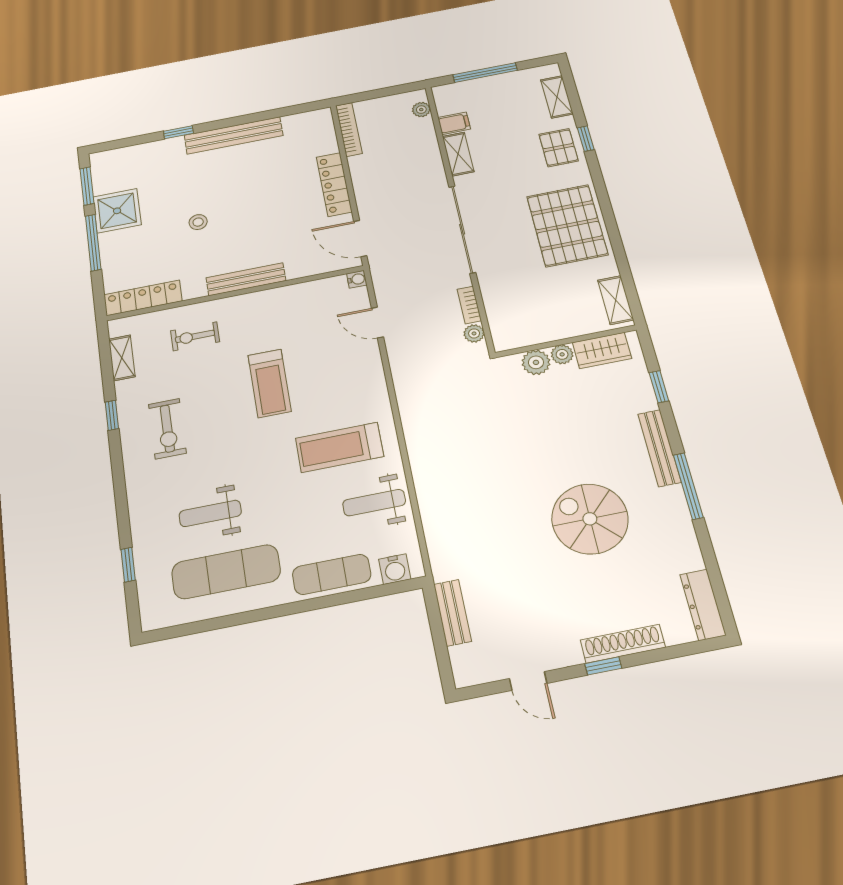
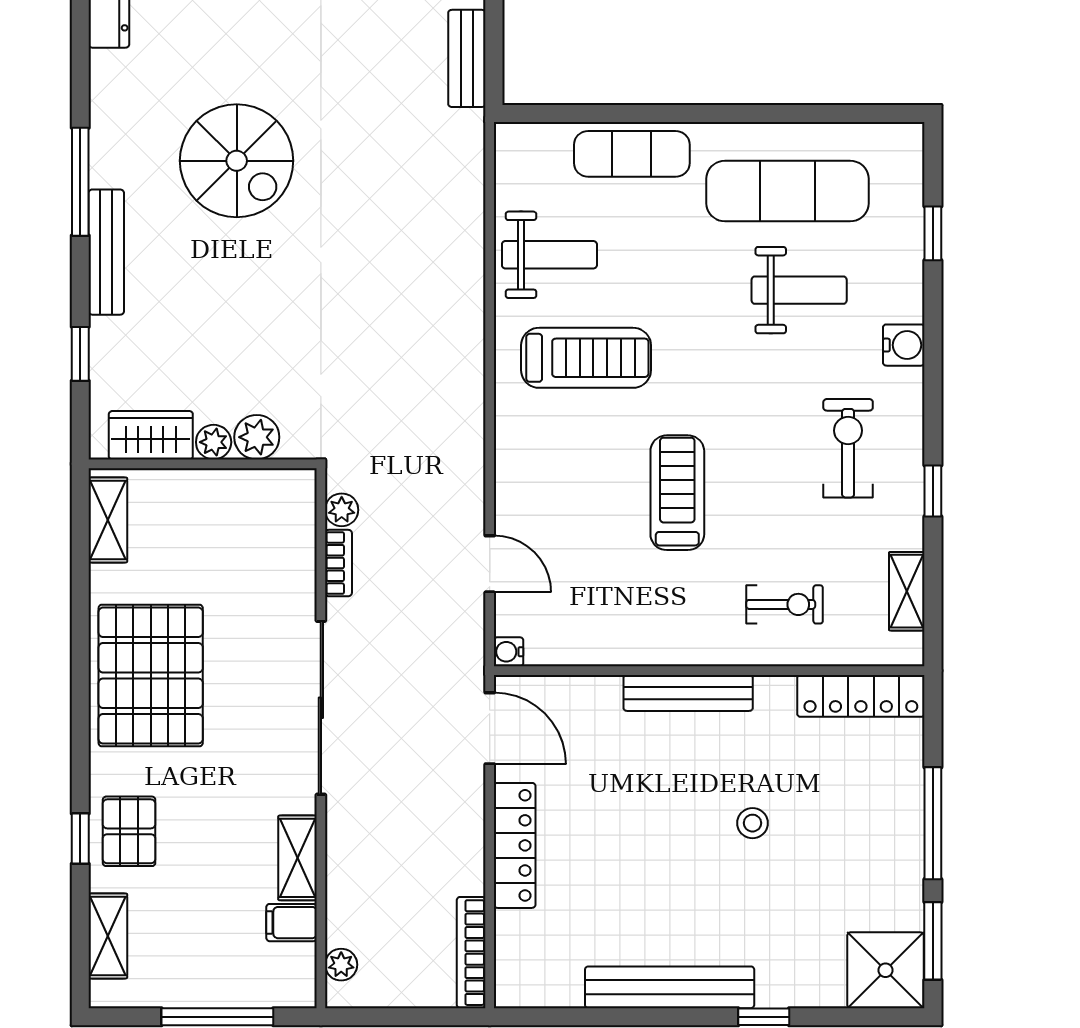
shower: (117, 211) -> (886, 970), moved
water cooler: (395, 569) -> (904, 345), moved, turned 90

